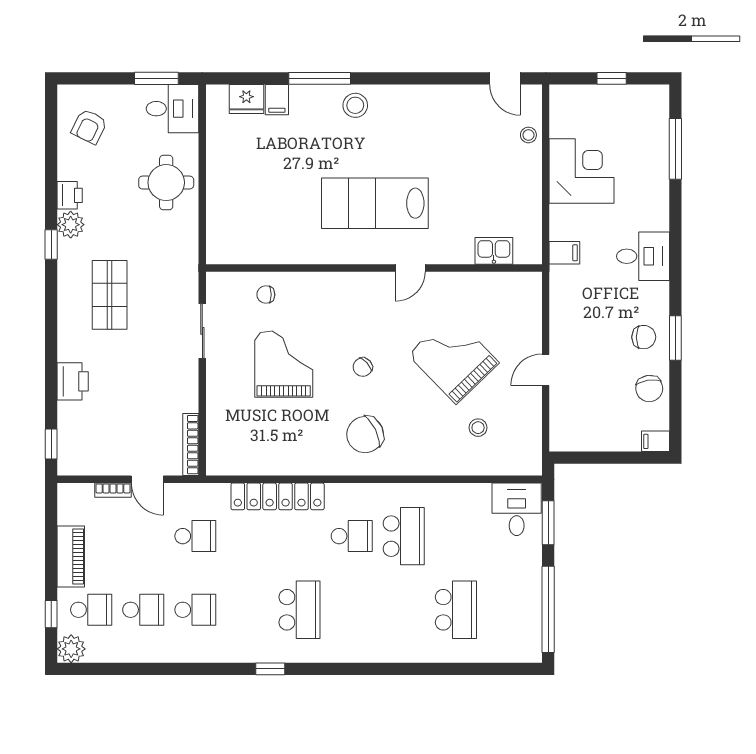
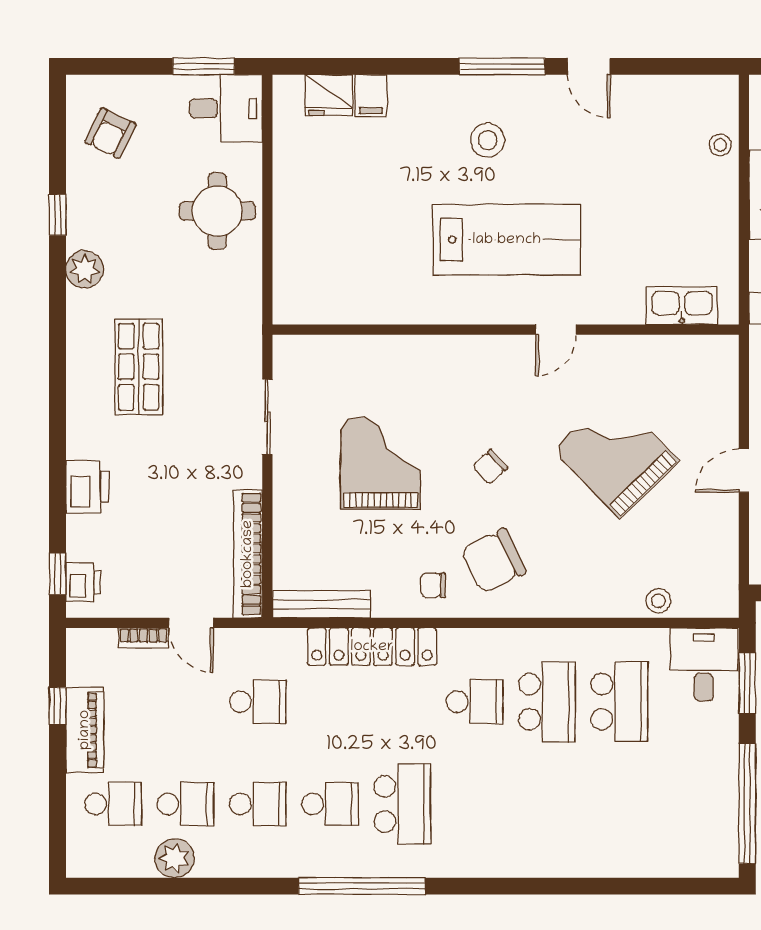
window: (320, 78) -> (502, 66), moved
door: (505, 78) -> (589, 66), moved
stool: (355, 105) -> (487, 140), moved
printer: (70, 195) -> (83, 582), moved
lab bench: (375, 203) -> (507, 240), turned 180
window: (51, 245) -> (57, 215), moved
kitchen sink: (494, 251) -> (682, 306), width x1.38
chair: (266, 295) -> (433, 585), moved
stool: (478, 428) -> (658, 601), moved
bookcase: (191, 445) -> (248, 554), width x1.48, depth x1.31
bench: (241, 466) -> (321, 604), added
school desk: (247, 610) -> (330, 804), added
school desk: (456, 610) -> (619, 702), moved
window: (51, 614) -> (57, 706), moved
plant: (71, 649) -> (175, 858), moved
window: (270, 669) -> (362, 886), width x3.17

